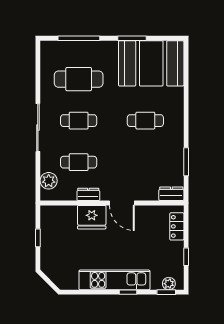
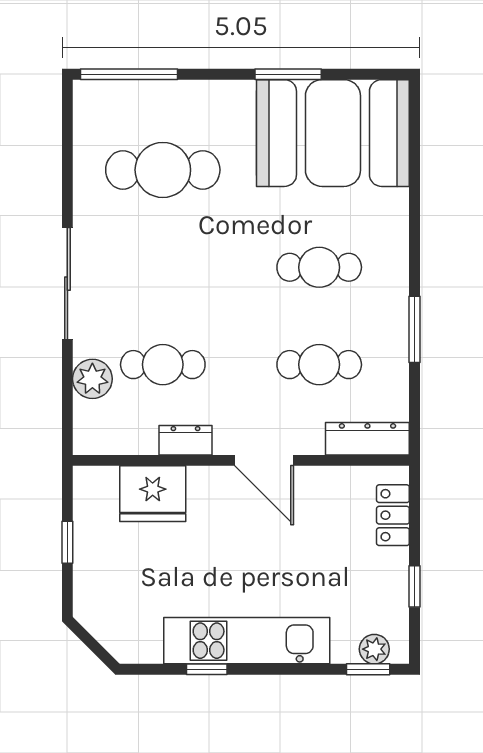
window: (79, 38) -> (129, 74), moved
cafe table: (79, 121) -> (319, 365), moved
window: (186, 162) -> (415, 329), moved
plant: (49, 181) -> (92, 379), moved
dresser: (171, 194) -> (367, 439), width x1.44
fridge: (92, 217) -> (153, 494), moved
window: (128, 292) -> (207, 669), moved

